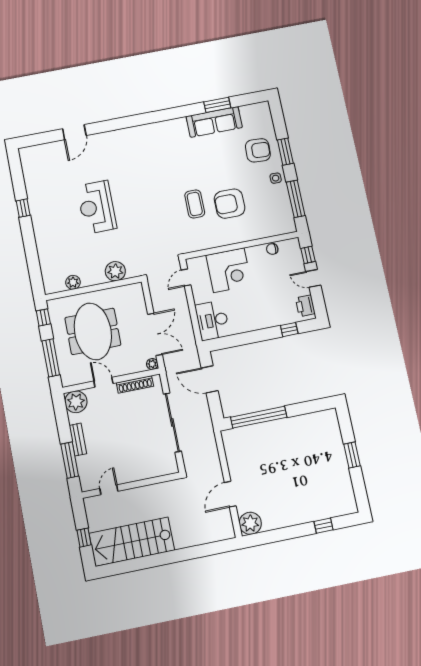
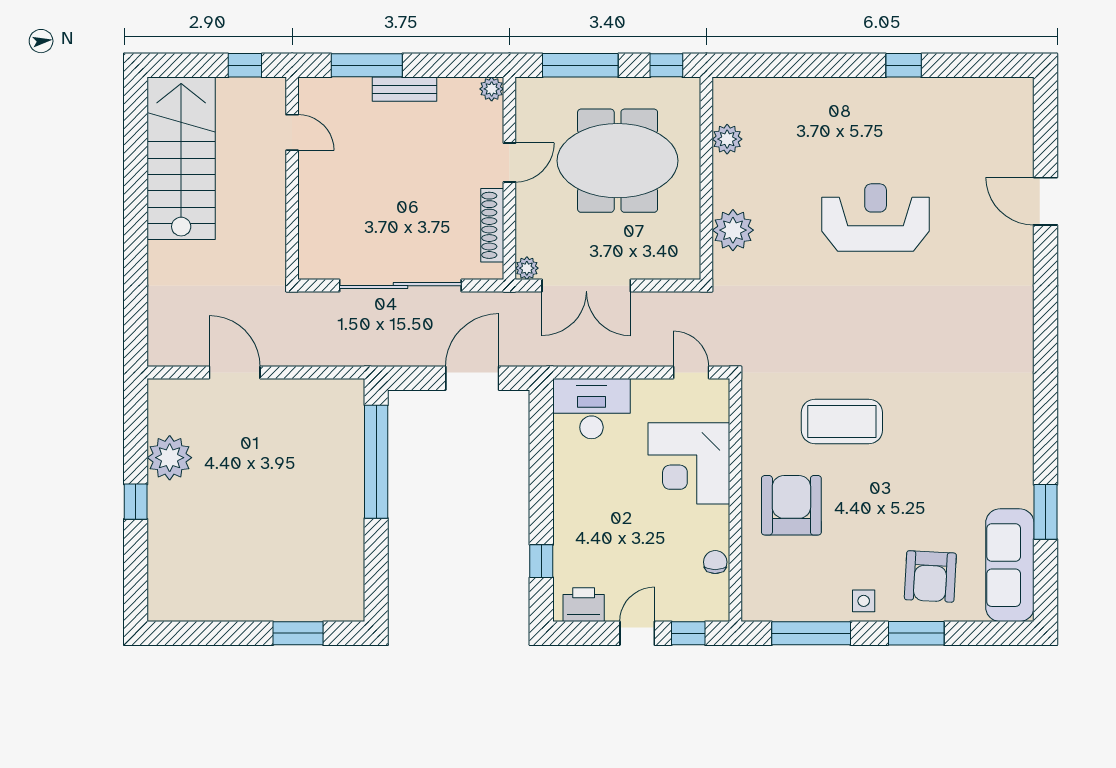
sofa: (214, 122) -> (1010, 565), moved
coffee table: (195, 204) -> (842, 421), width x1.36, depth x1.32
armchair: (230, 204) -> (791, 505), moved
plant: (76, 402) -> (492, 89), width x0.53, depth x0.53
window: (352, 455) -> (298, 633), moved
plant: (250, 523) -> (170, 458), moved
window: (323, 526) -> (136, 502), moved
window: (84, 538) -> (245, 65), moved

